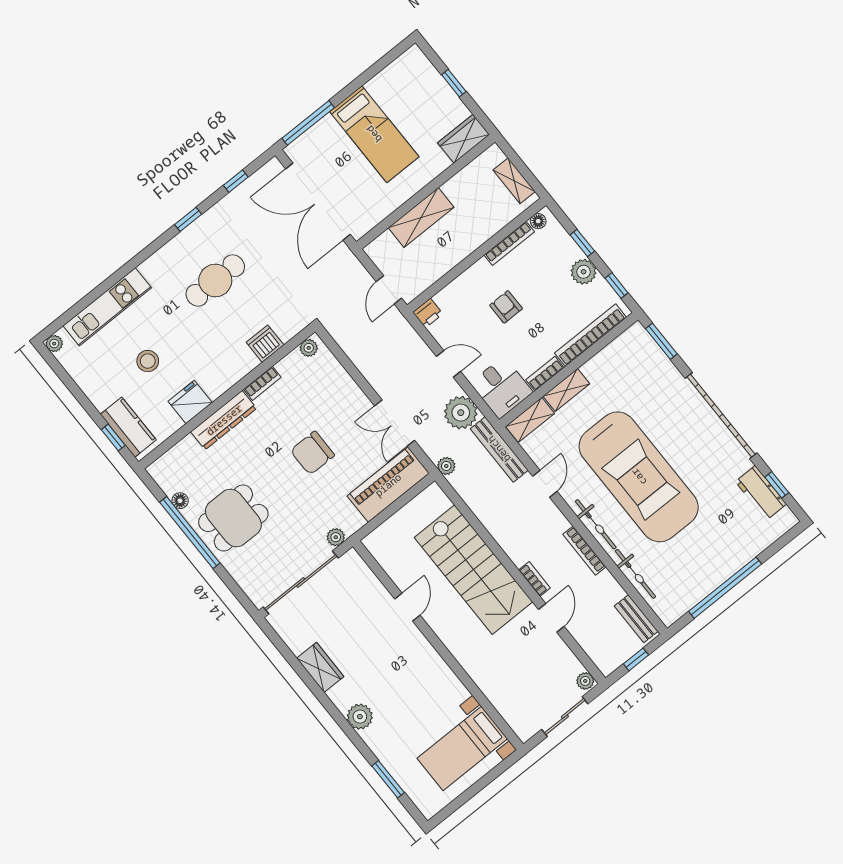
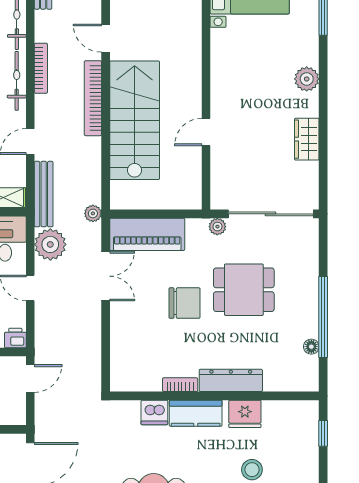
plant: (309, 348) -> (125, 383), removed
kitchen counter: (128, 427) -> (196, 413), moved, turned -90
dining table: (233, 518) -> (244, 290), moved
bookcase: (534, 579) -> (93, 98), width x2.31, depth x1.31
door: (551, 618) -> (106, 38), hinge flipped

